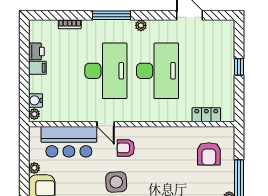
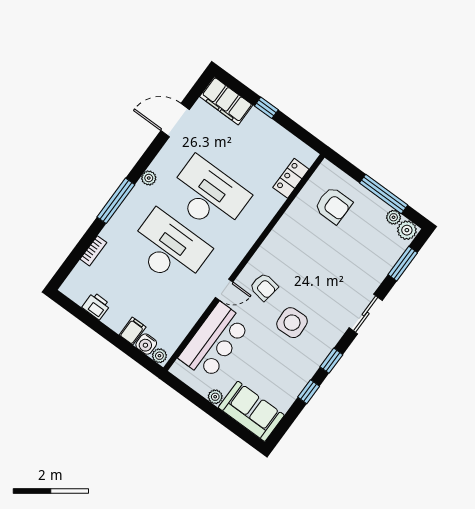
filing cabinet: (225, 38) -> (226, 101), added
filing cabinet: (37, 68) -> (133, 331), moved
armchair: (126, 148) -> (264, 287), turned -81

